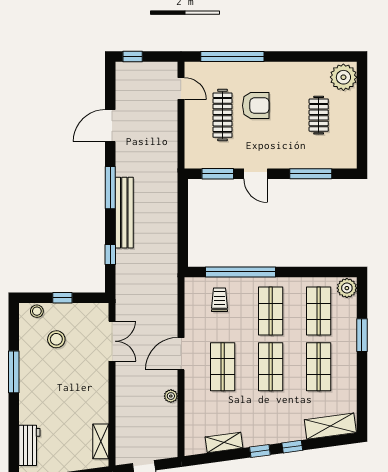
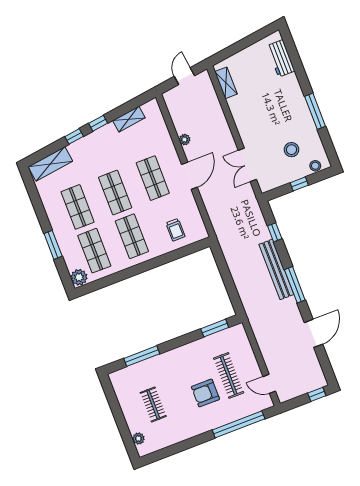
plant: (343, 77) -> (138, 439), width x0.53, depth x0.53
door: (256, 174) -> (185, 339), removed
window: (240, 272) -> (167, 258), removed

